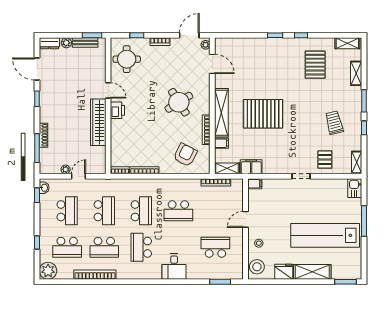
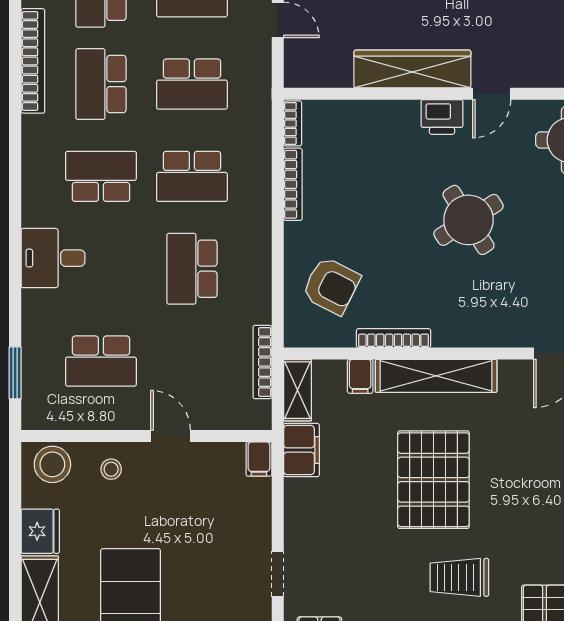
round table: (179, 102) -> (468, 220), moved
trolley: (302, 103) -> (459, 577), added
school desk: (215, 247) -> (101, 361), turned 90

